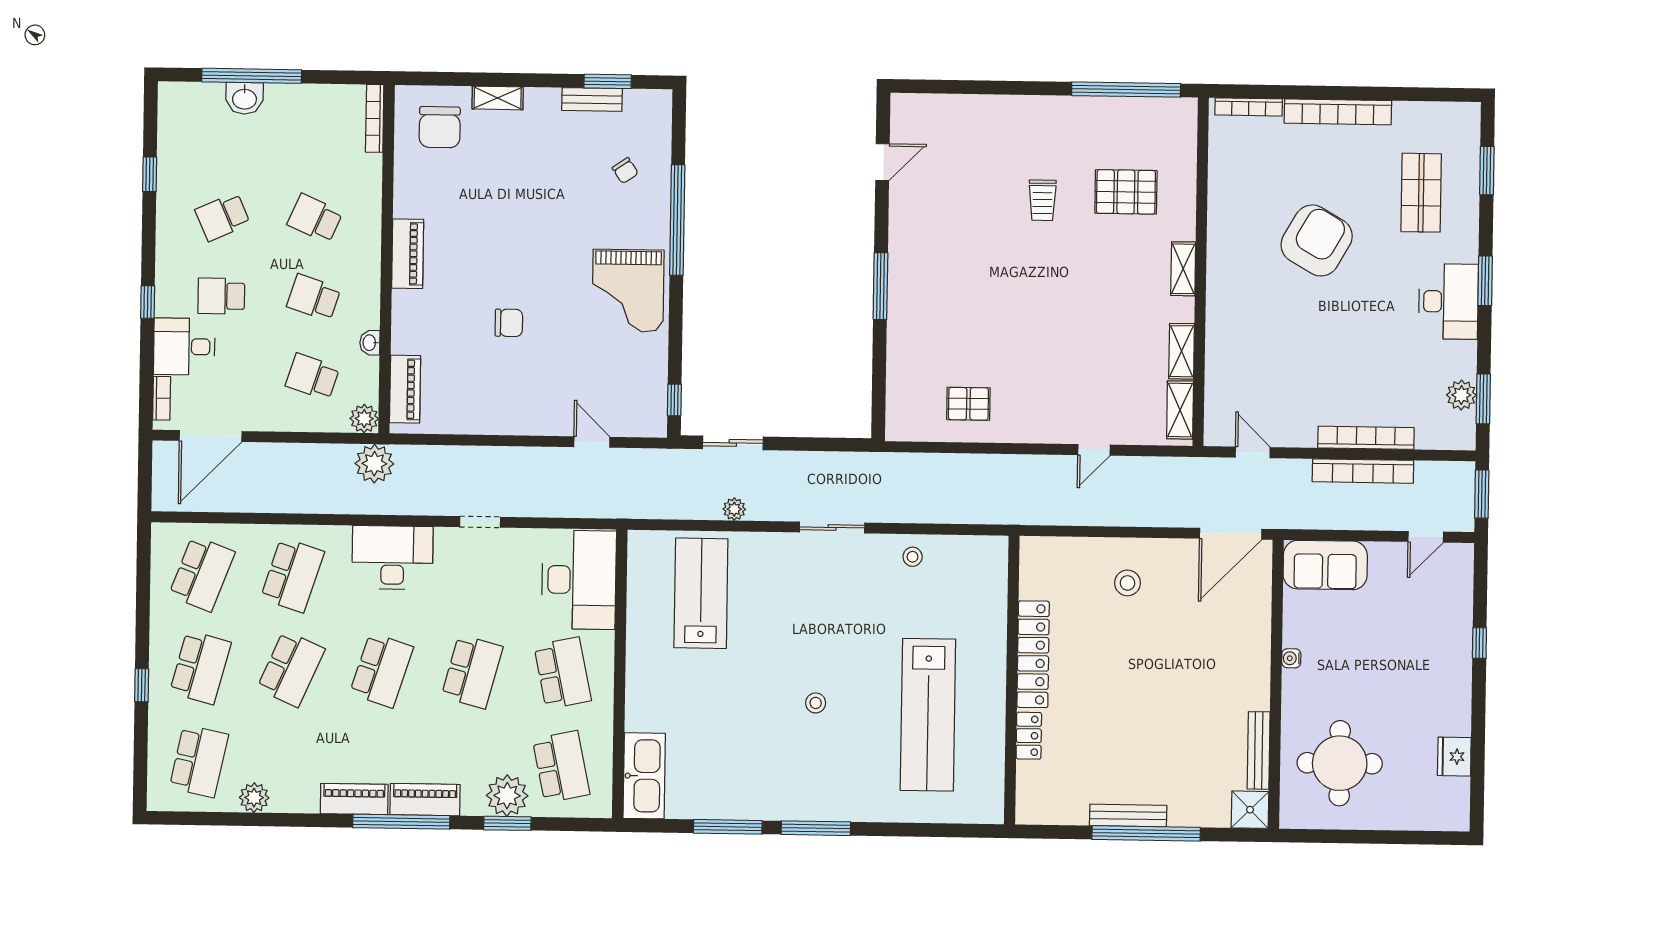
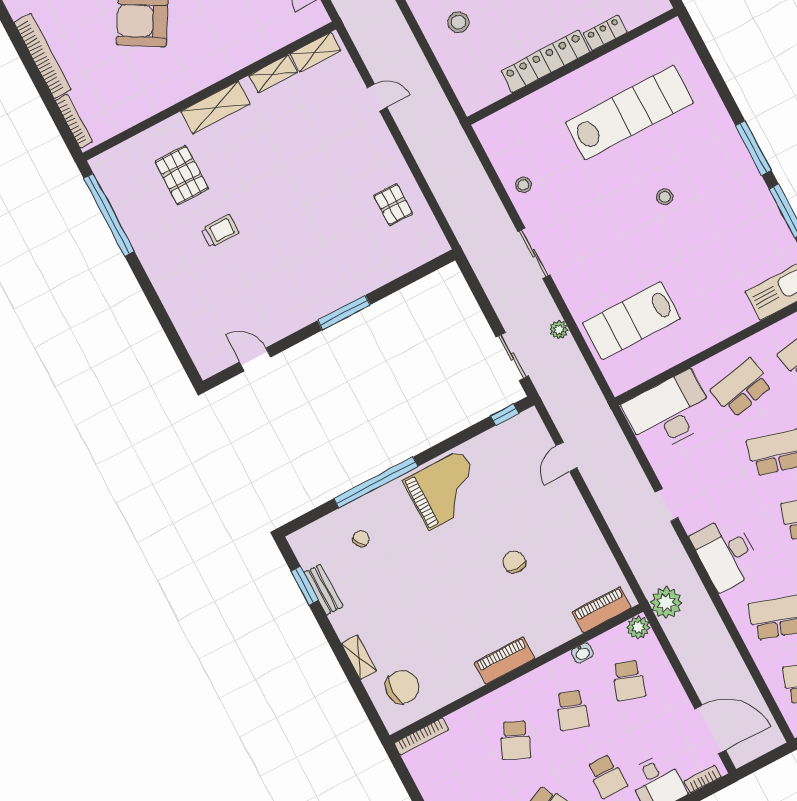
shelving: (1183, 269) -> (216, 108), width x1.50, depth x1.33

